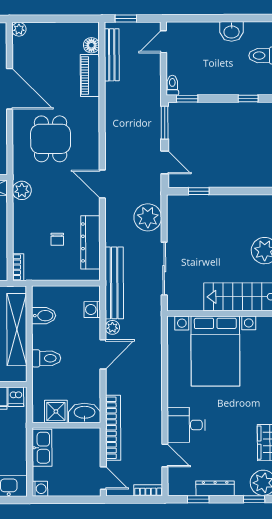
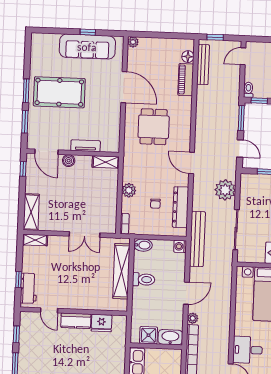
plant: (22, 190) -> (129, 190), moved
washing machine: (92, 310) -> (180, 246), moved
bidet: (44, 316) -> (143, 245), moved
plant: (112, 327) -> (193, 318), moved
toilet: (46, 358) -> (144, 279), moved
dishwasher: (16, 397) -> (118, 323), removed

